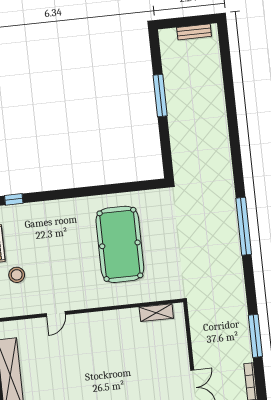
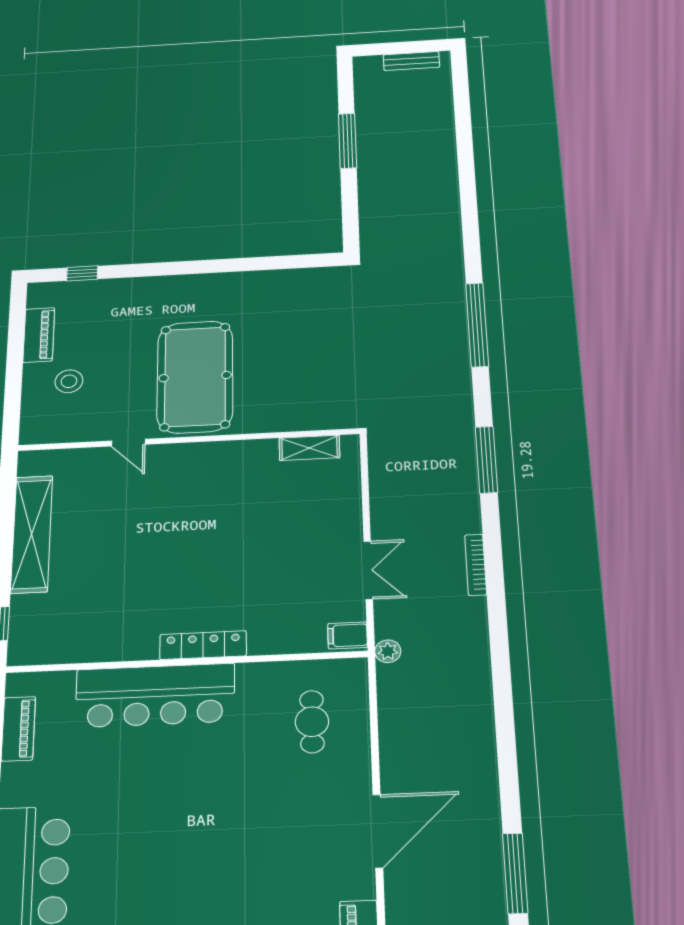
pool table: (120, 244) -> (195, 377), moved
door: (56, 314) -> (128, 443), hinge flipped
window: (255, 336) -> (486, 460), moved

